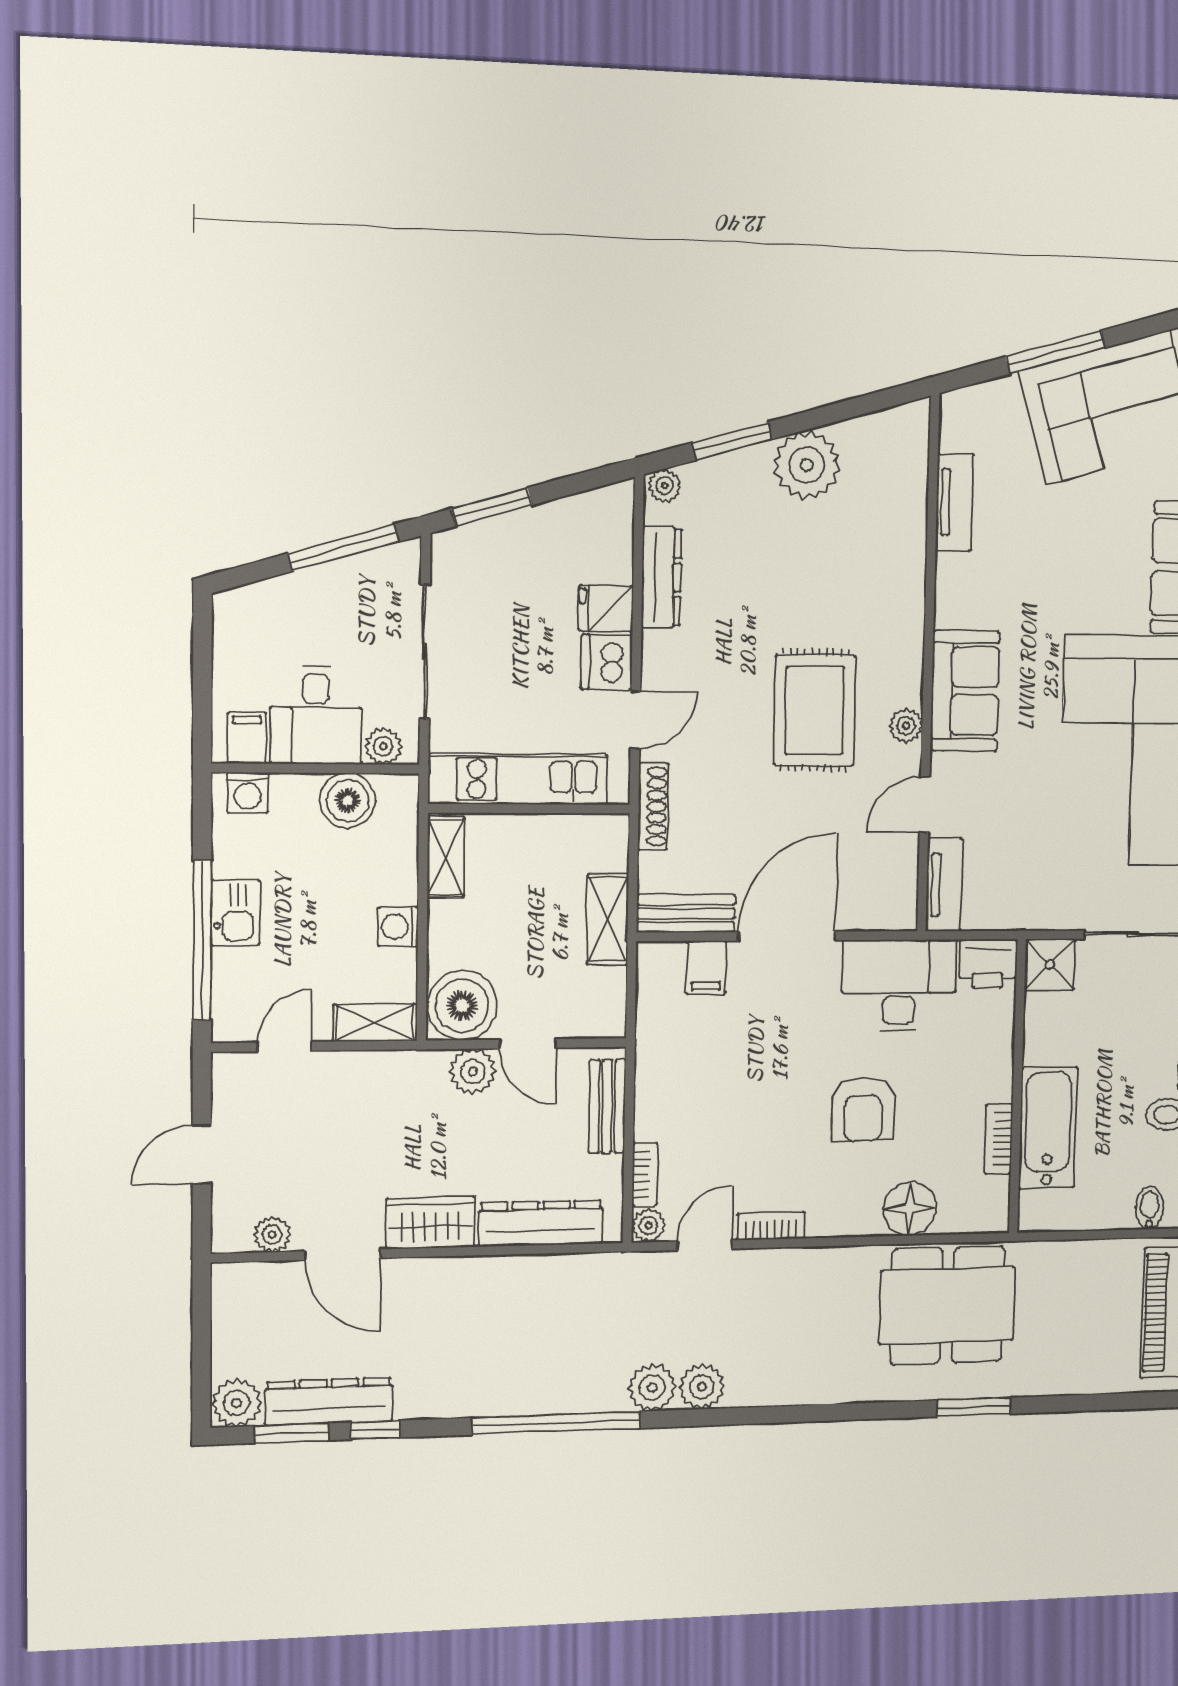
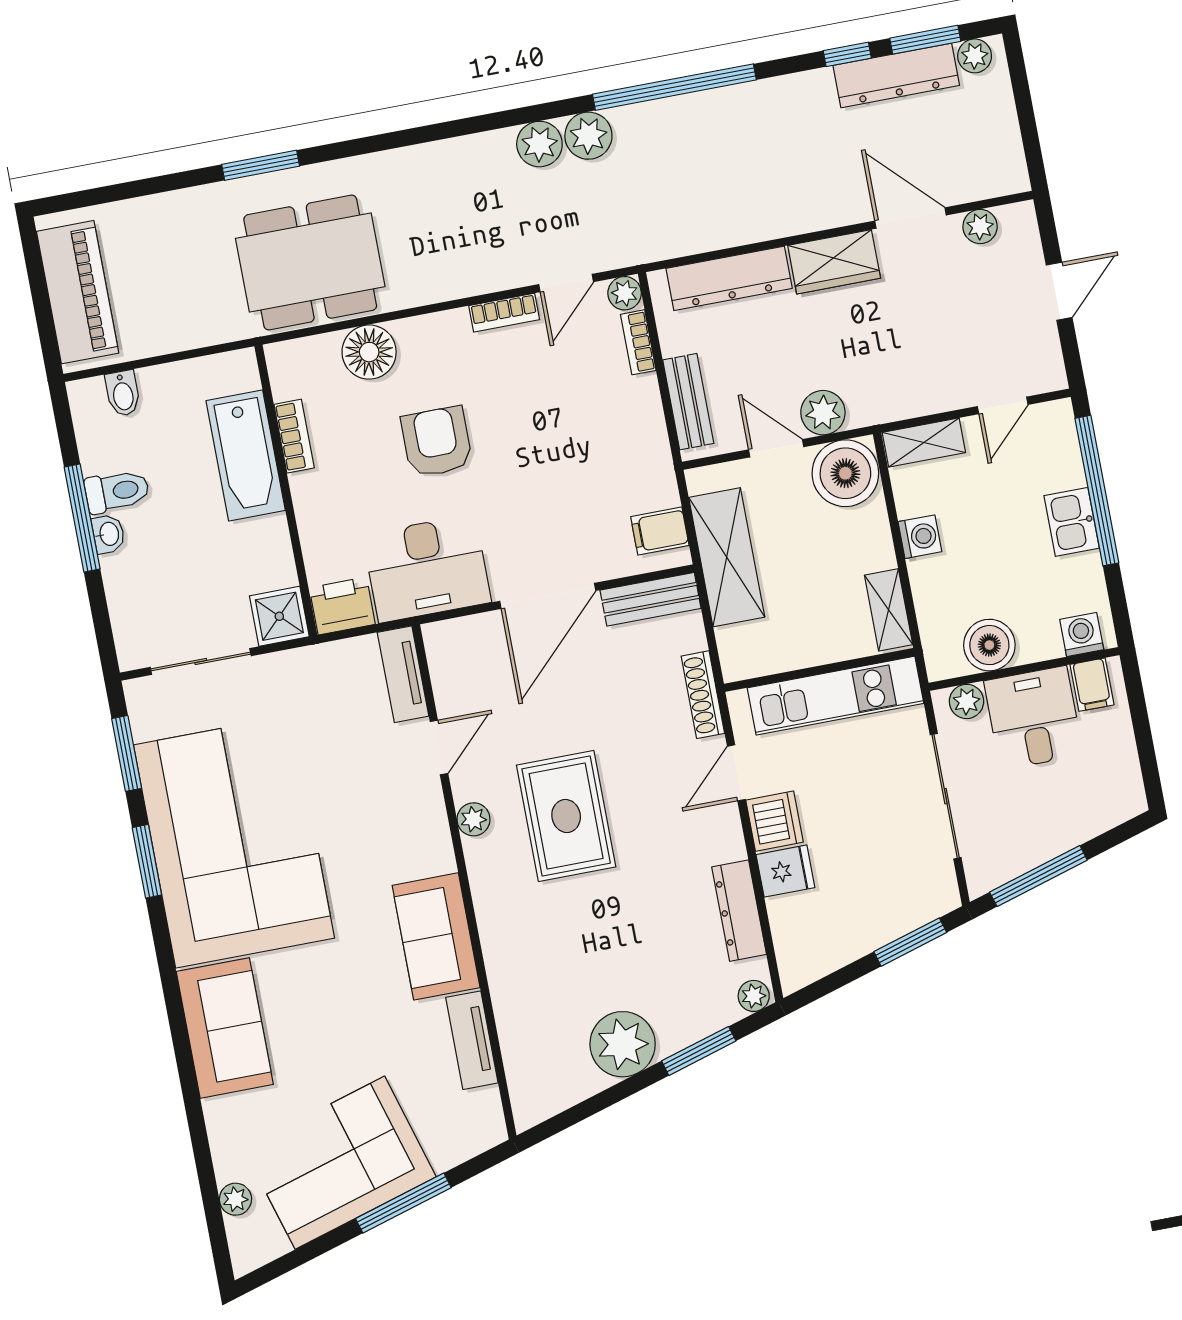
sofa: (965, 691) -> (436, 936), moved
shelving: (608, 919) -> (727, 557), width x1.50, depth x1.33
filing cabinet: (706, 967) -> (660, 531), moved, turned -90
plant: (237, 1403) -> (975, 56), width x0.73, depth x0.73

